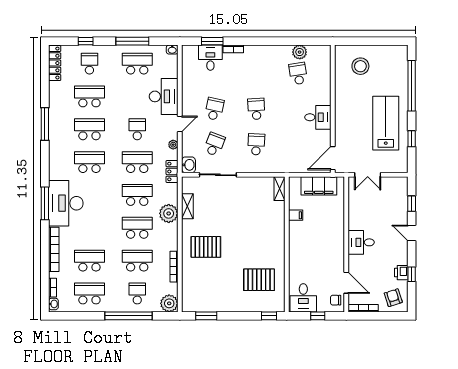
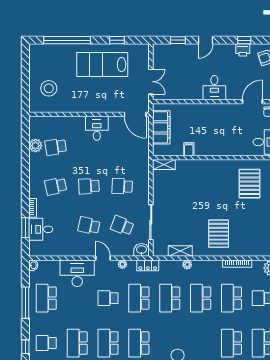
school desk: (256, 74) -> (56, 186), added
plant: (169, 213) -> (187, 265), width x0.53, depth x0.53

